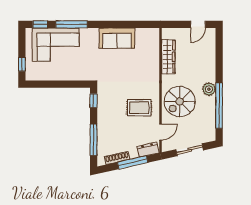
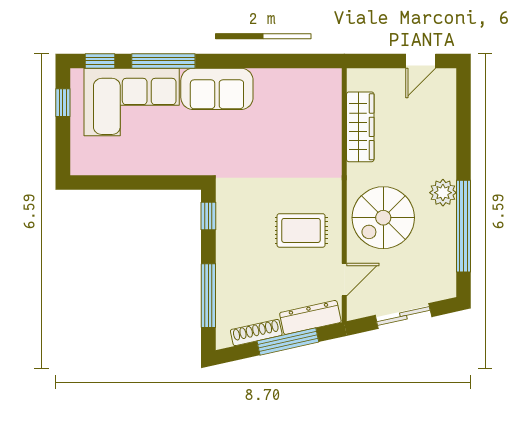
sofa: (117, 38) -> (217, 89), moved
window: (22, 64) -> (63, 103), moved
dresser: (148, 150) -> (310, 317), width x1.44

